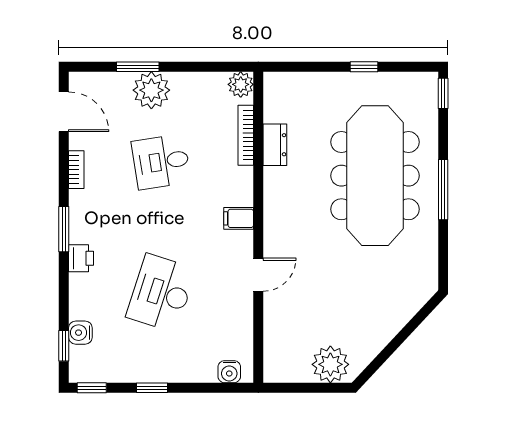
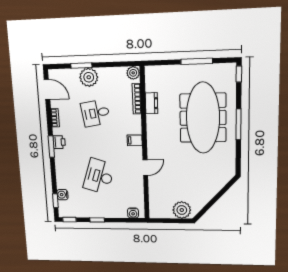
window: (364, 67) -> (197, 61), width x2.17
printer: (81, 258) -> (59, 142), moved

